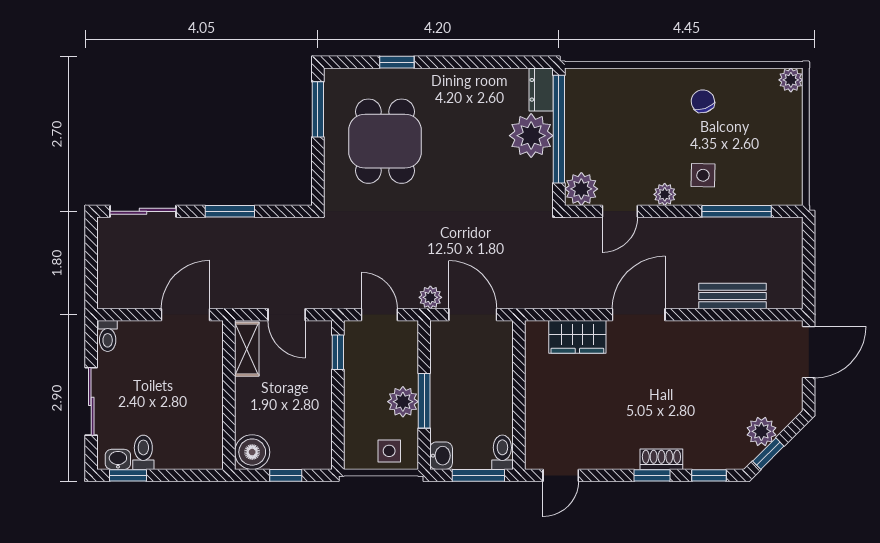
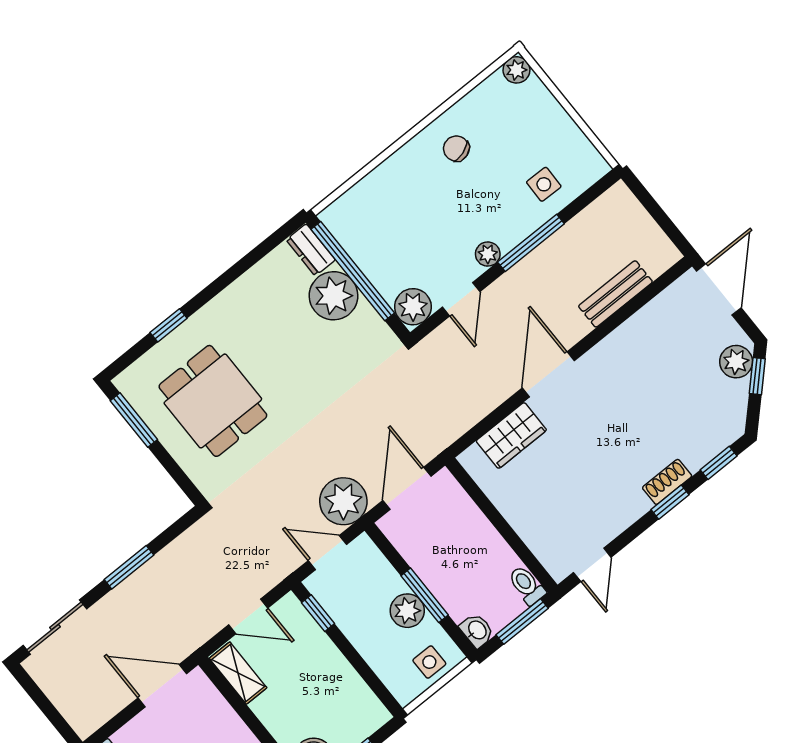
side table: (703, 175) -> (544, 184), moved
window: (737, 211) -> (531, 243), moved
plant: (430, 297) -> (343, 501), width x1.88, depth x1.88
door: (186, 315) -> (162, 686), hinge flipped
door: (473, 315) -> (407, 488), hinge flipped
plant: (761, 431) -> (736, 362), moved
window: (768, 454) -> (757, 376), moved

